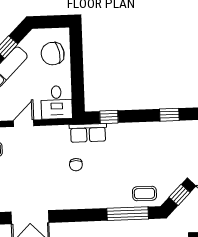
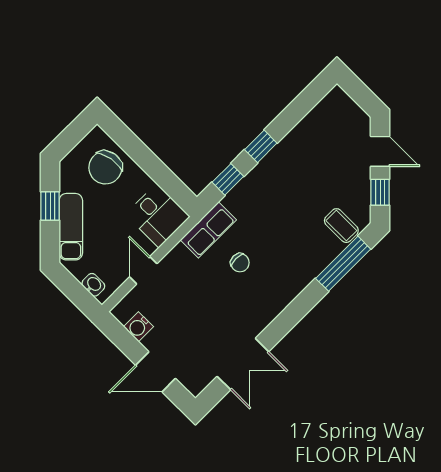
window: (169, 115) -> (261, 146), moved
row of seats: (88, 133) -> (208, 230), moved
coffee table: (144, 194) -> (341, 226), turned 90

